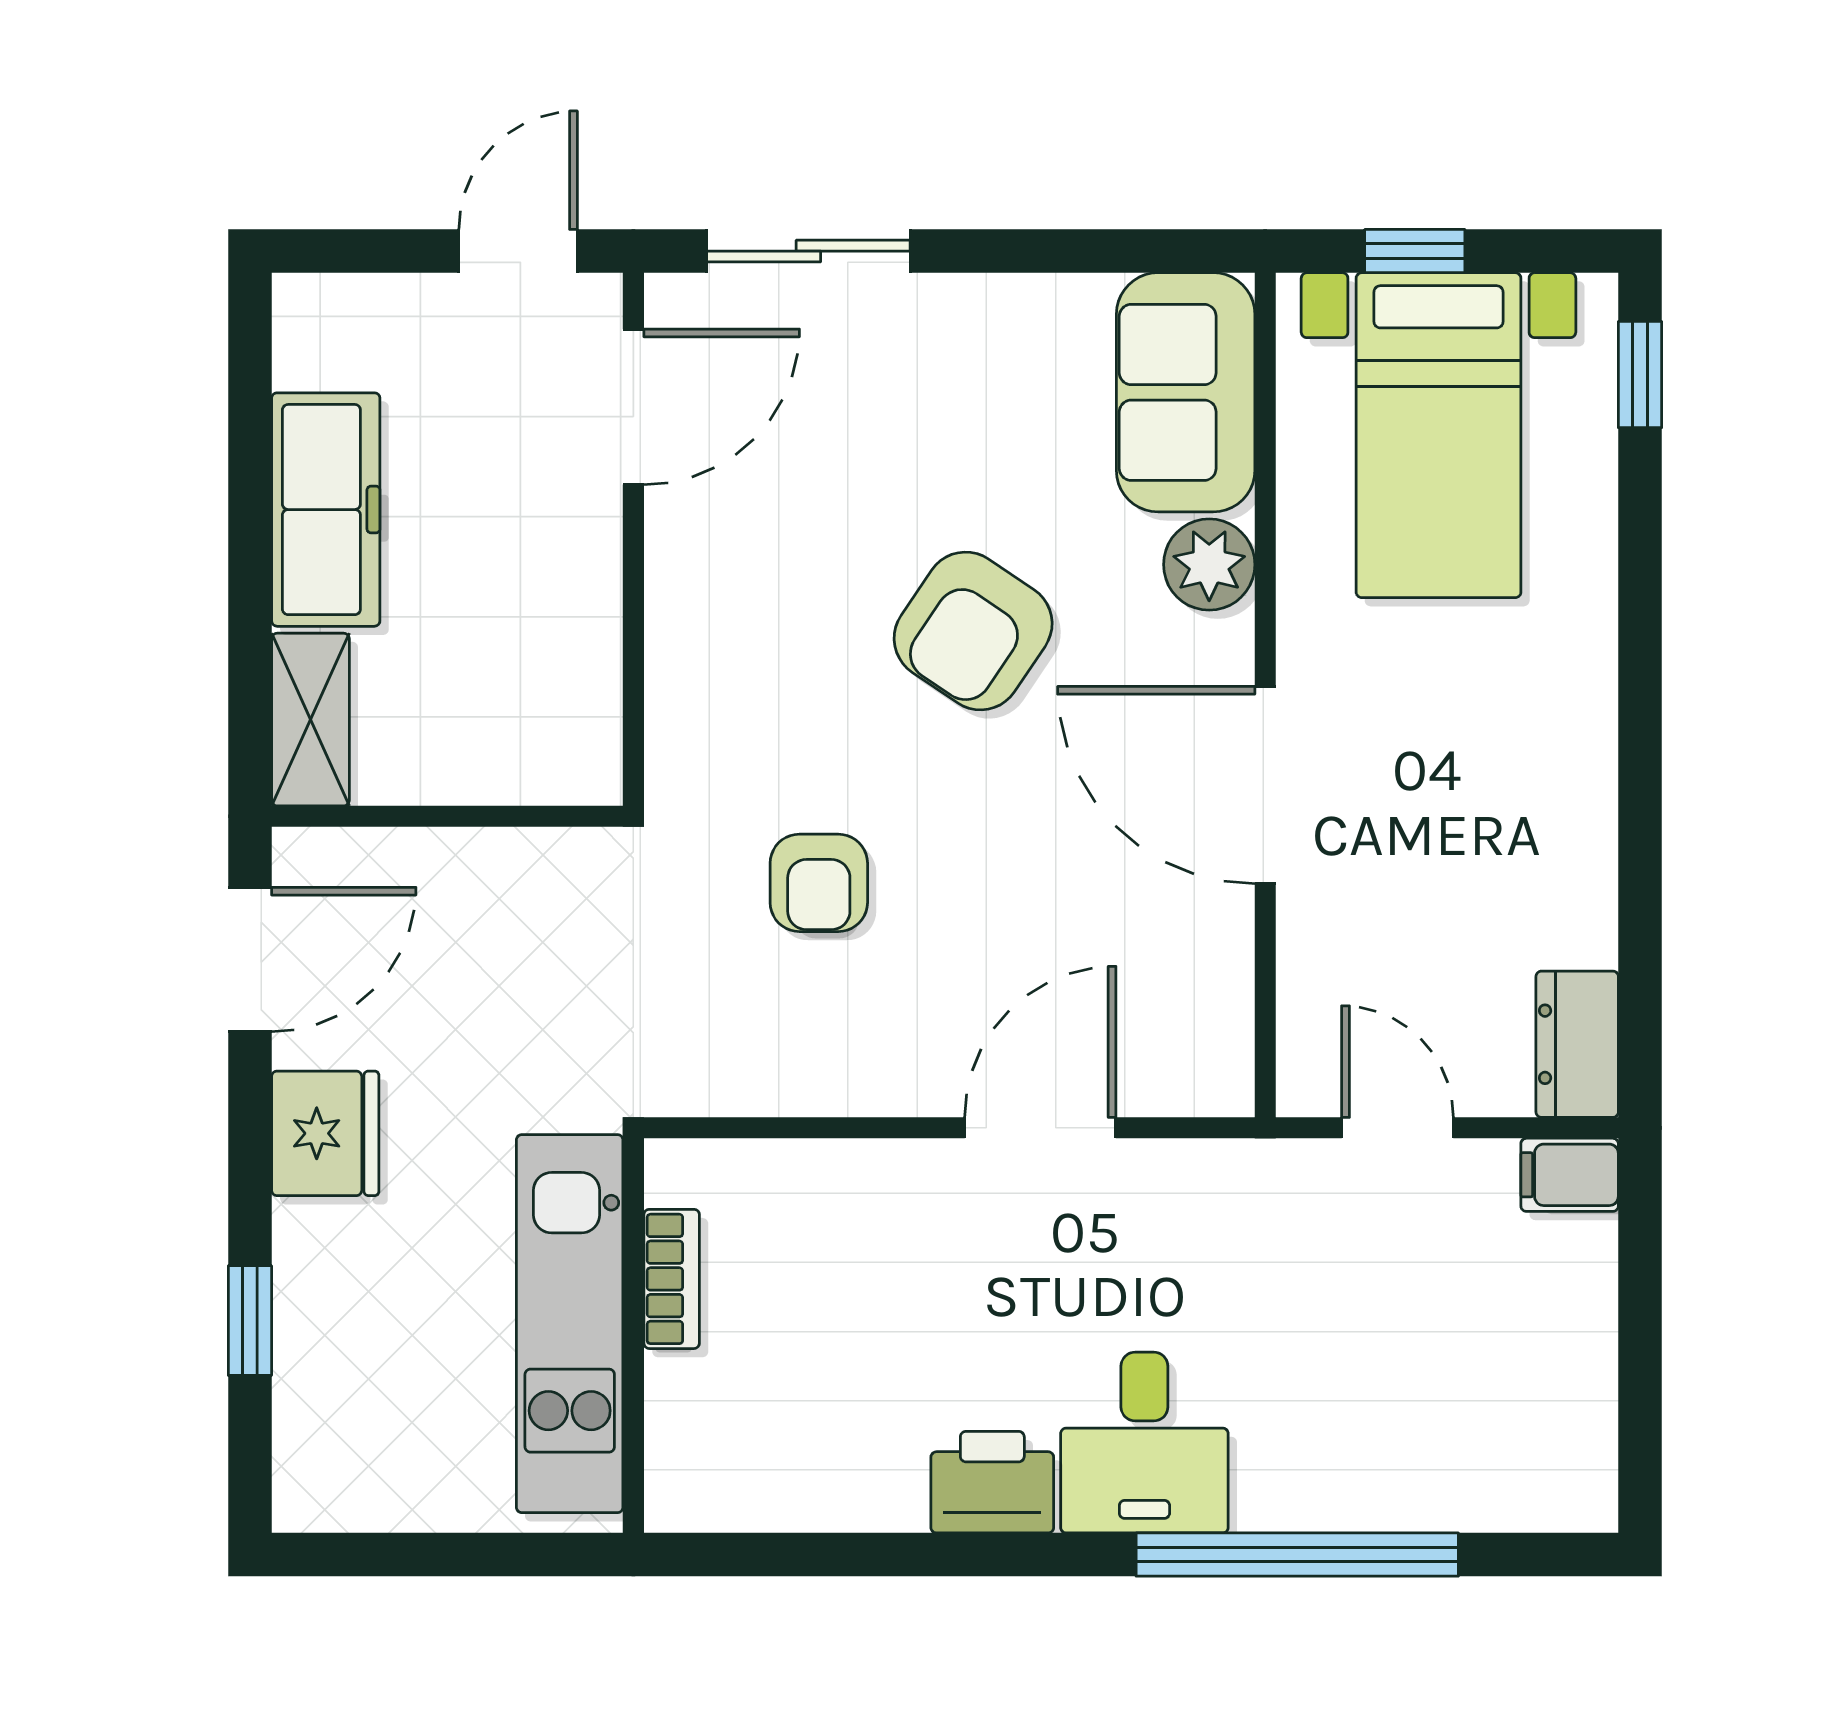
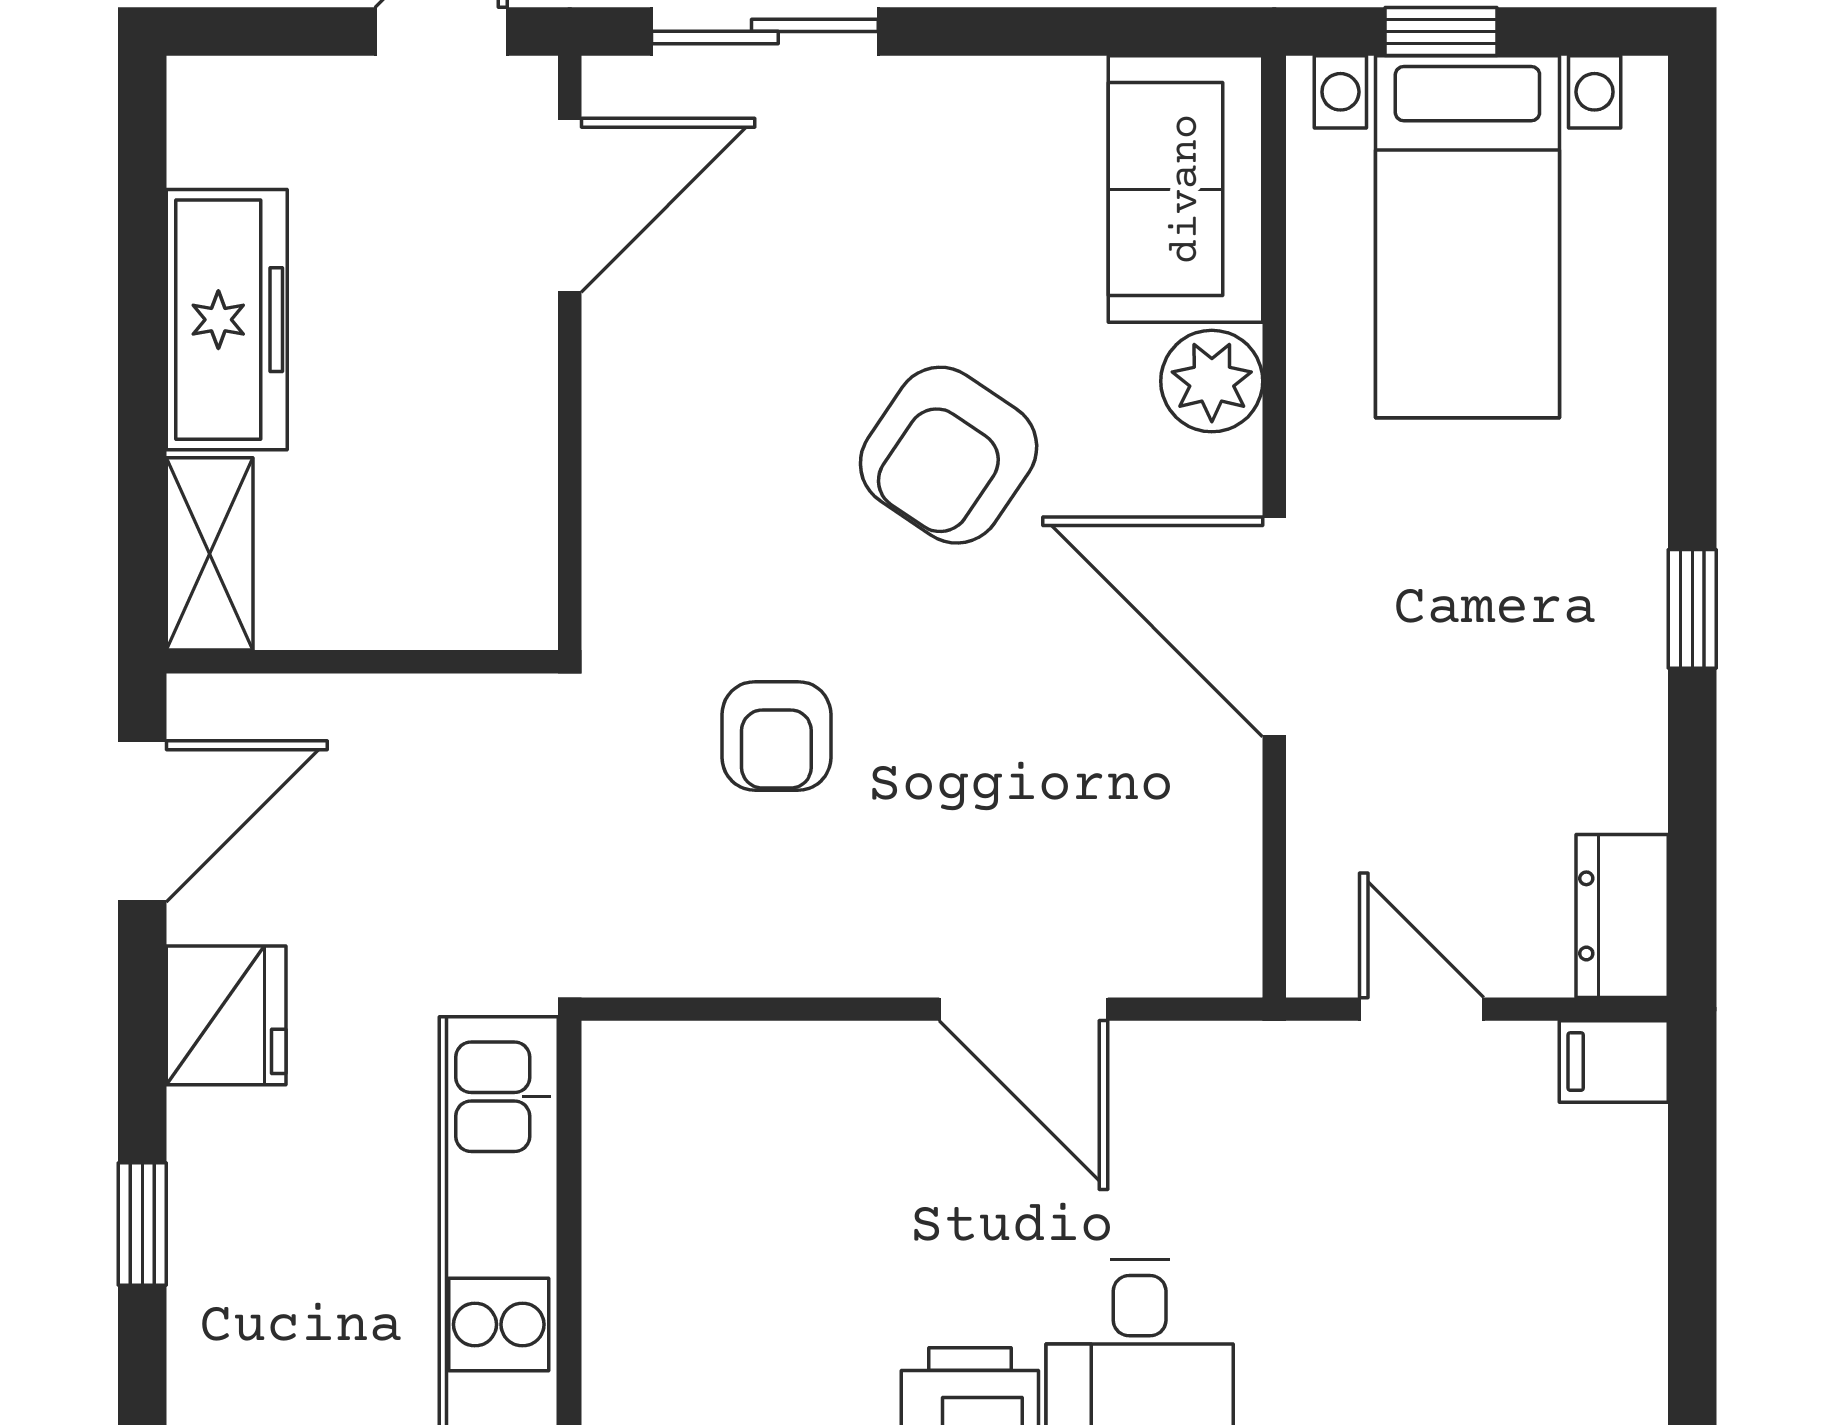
window: (1640, 375) -> (1692, 609), moved
door: (1040, 1128) -> (1023, 1009), swing flipped
bookcase: (672, 1279) -> (612, 1178), removed

